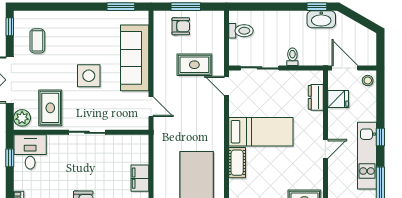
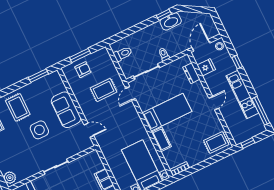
sofa: (135, 58) -> (66, 110), width x0.73
door: (345, 68) -> (201, 45), hinge flipped
door: (226, 86) -> (131, 93), hinge flipped
rug: (50, 108) -> (18, 107), moved
window: (380, 137) -> (237, 62), moved

